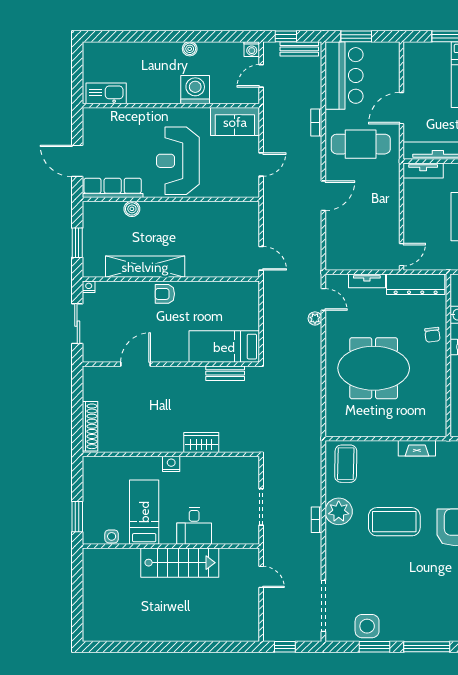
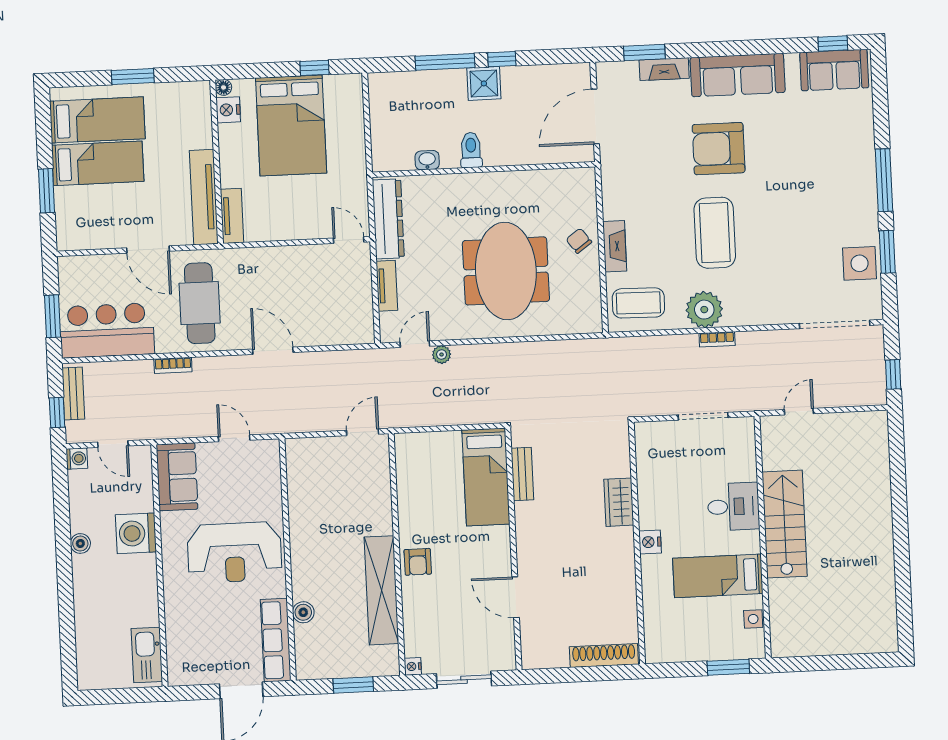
chair: (432, 335) -> (579, 241), moved, turned -119
fireplace: (417, 448) -> (615, 246), moved

